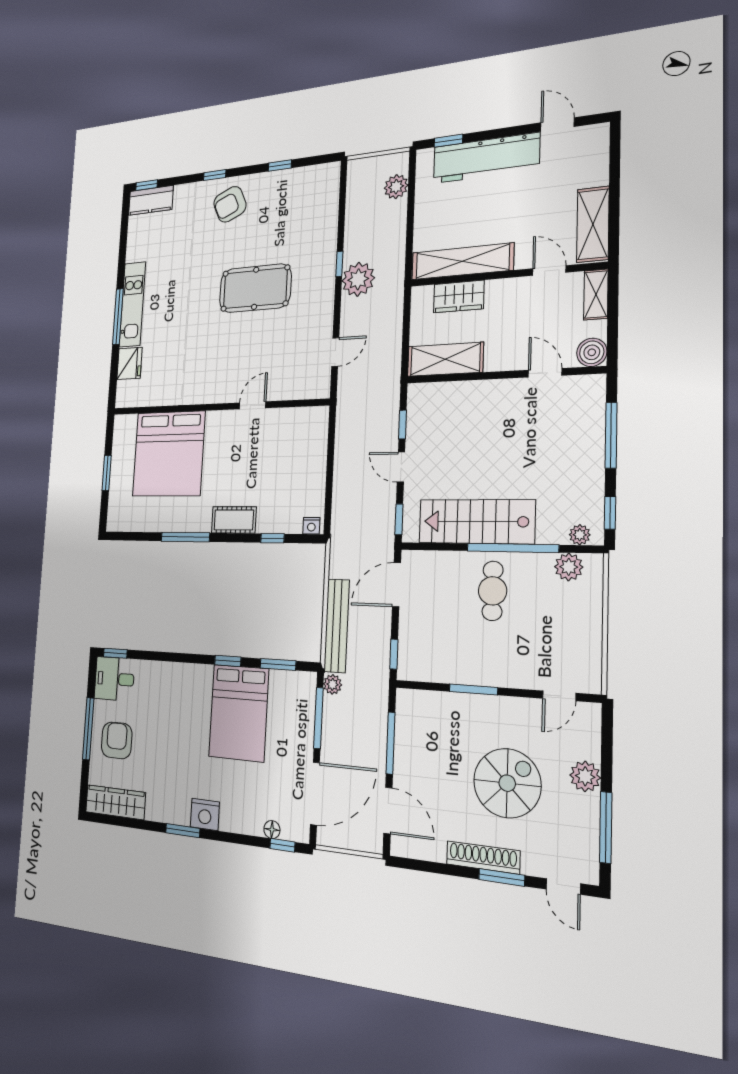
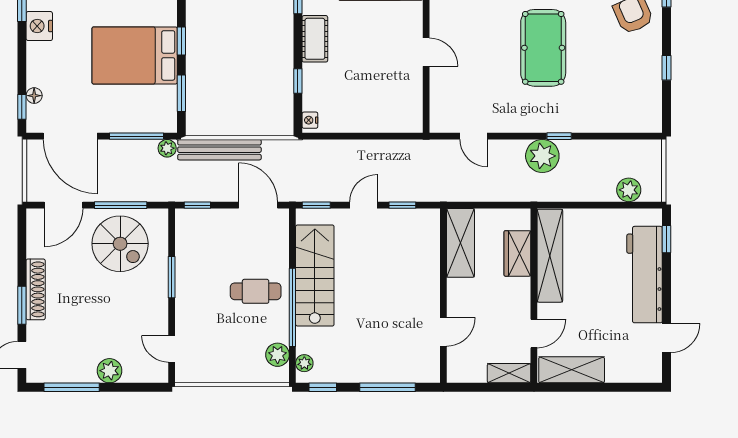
boiler: (592, 352) -> (459, 371), removed
spiral stairs: (507, 783) -> (120, 244), moved

